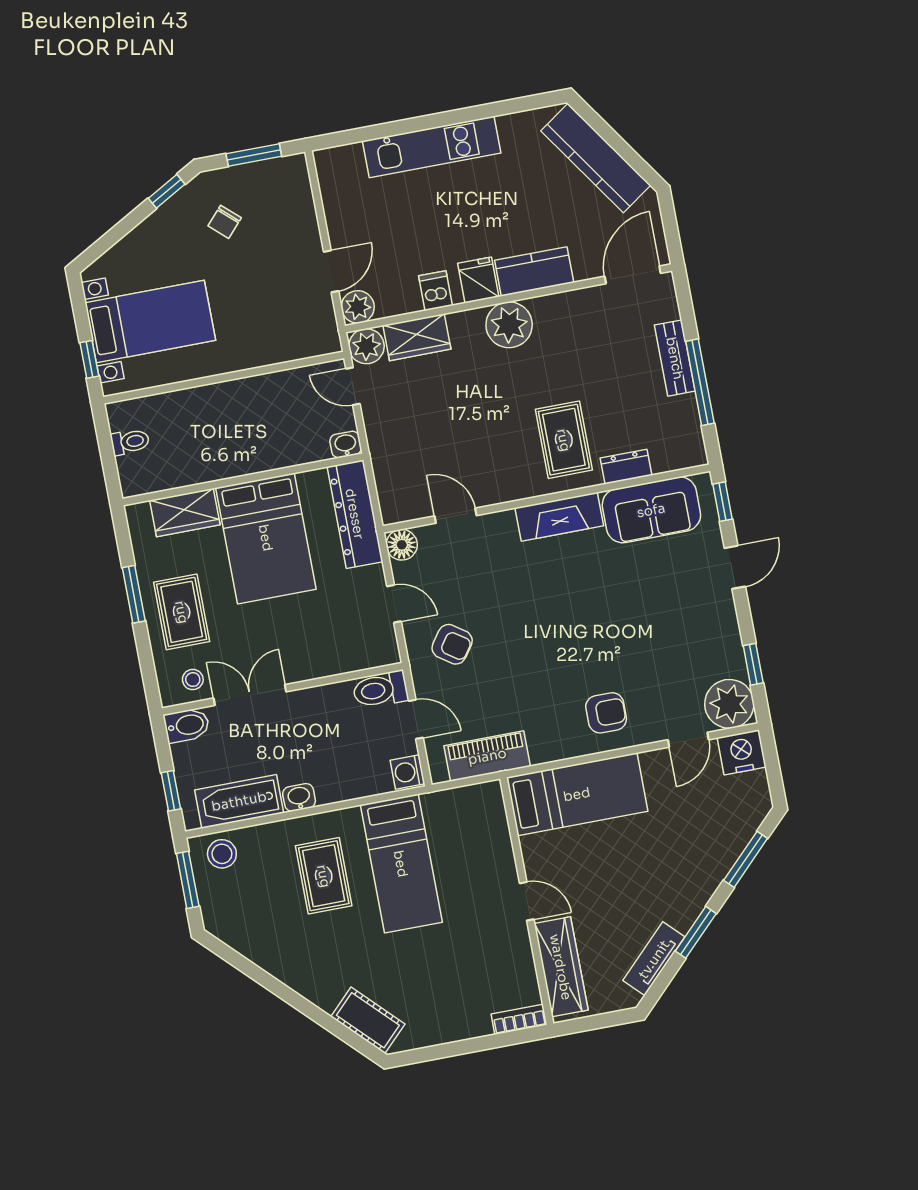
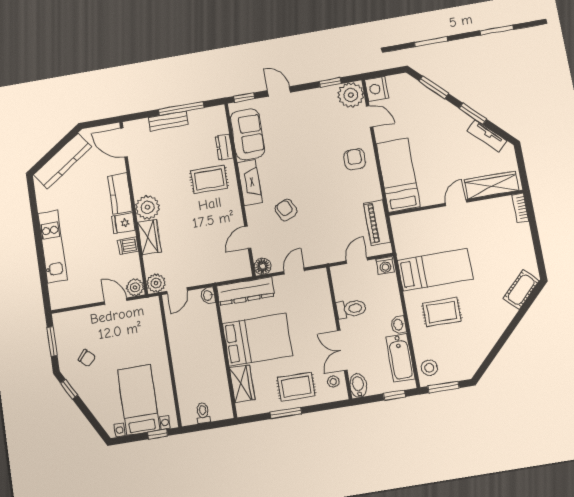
wardrobe: (417, 337) -> (149, 237), moved
armchair: (452, 644) -> (286, 210), moved, turned -60
toilet: (380, 690) -> (351, 309), moved, turned -90

